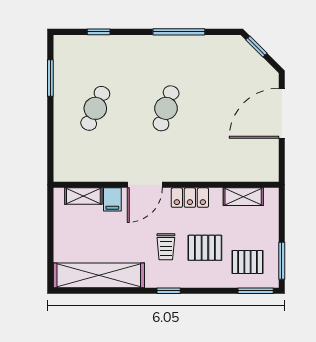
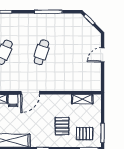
door: (282, 113) -> (103, 55), width x0.53
locker: (190, 198) -> (54, 100), removed
trolley: (166, 247) -> (41, 126), removed
pallet: (205, 248) -> (62, 126), turned 90

